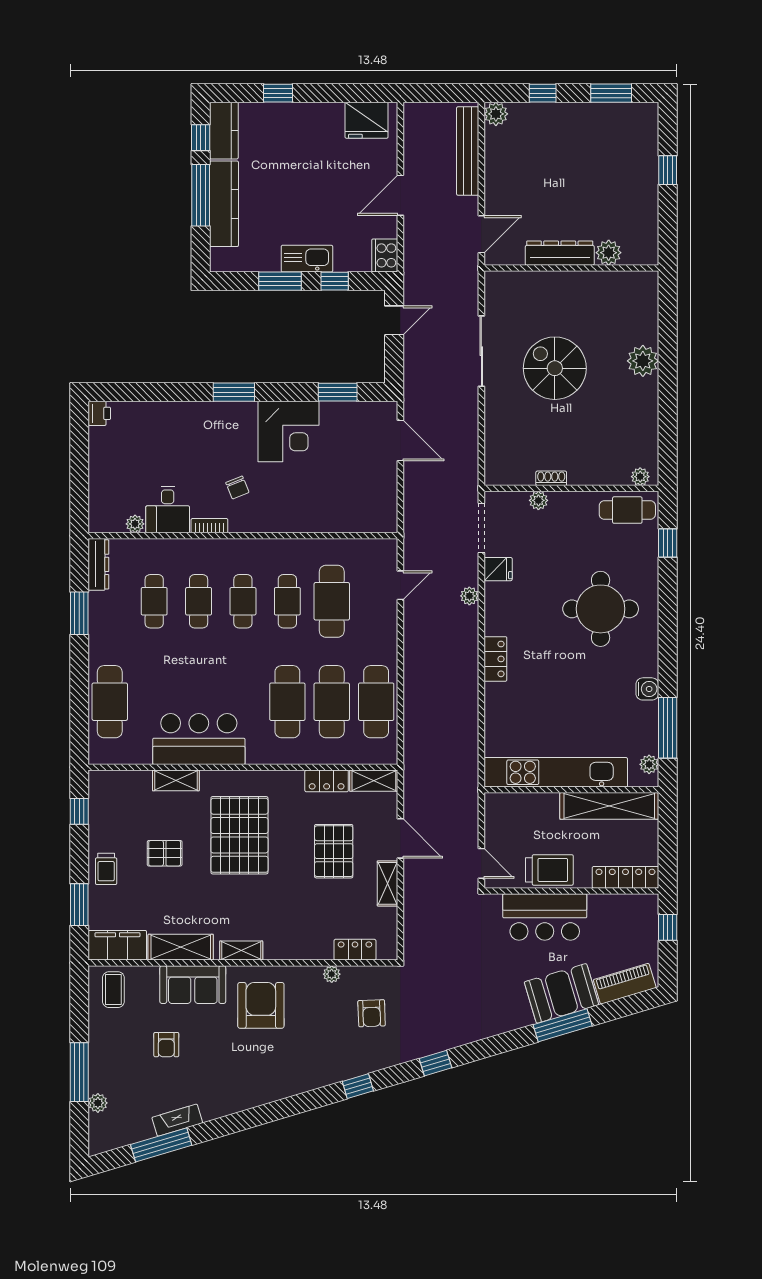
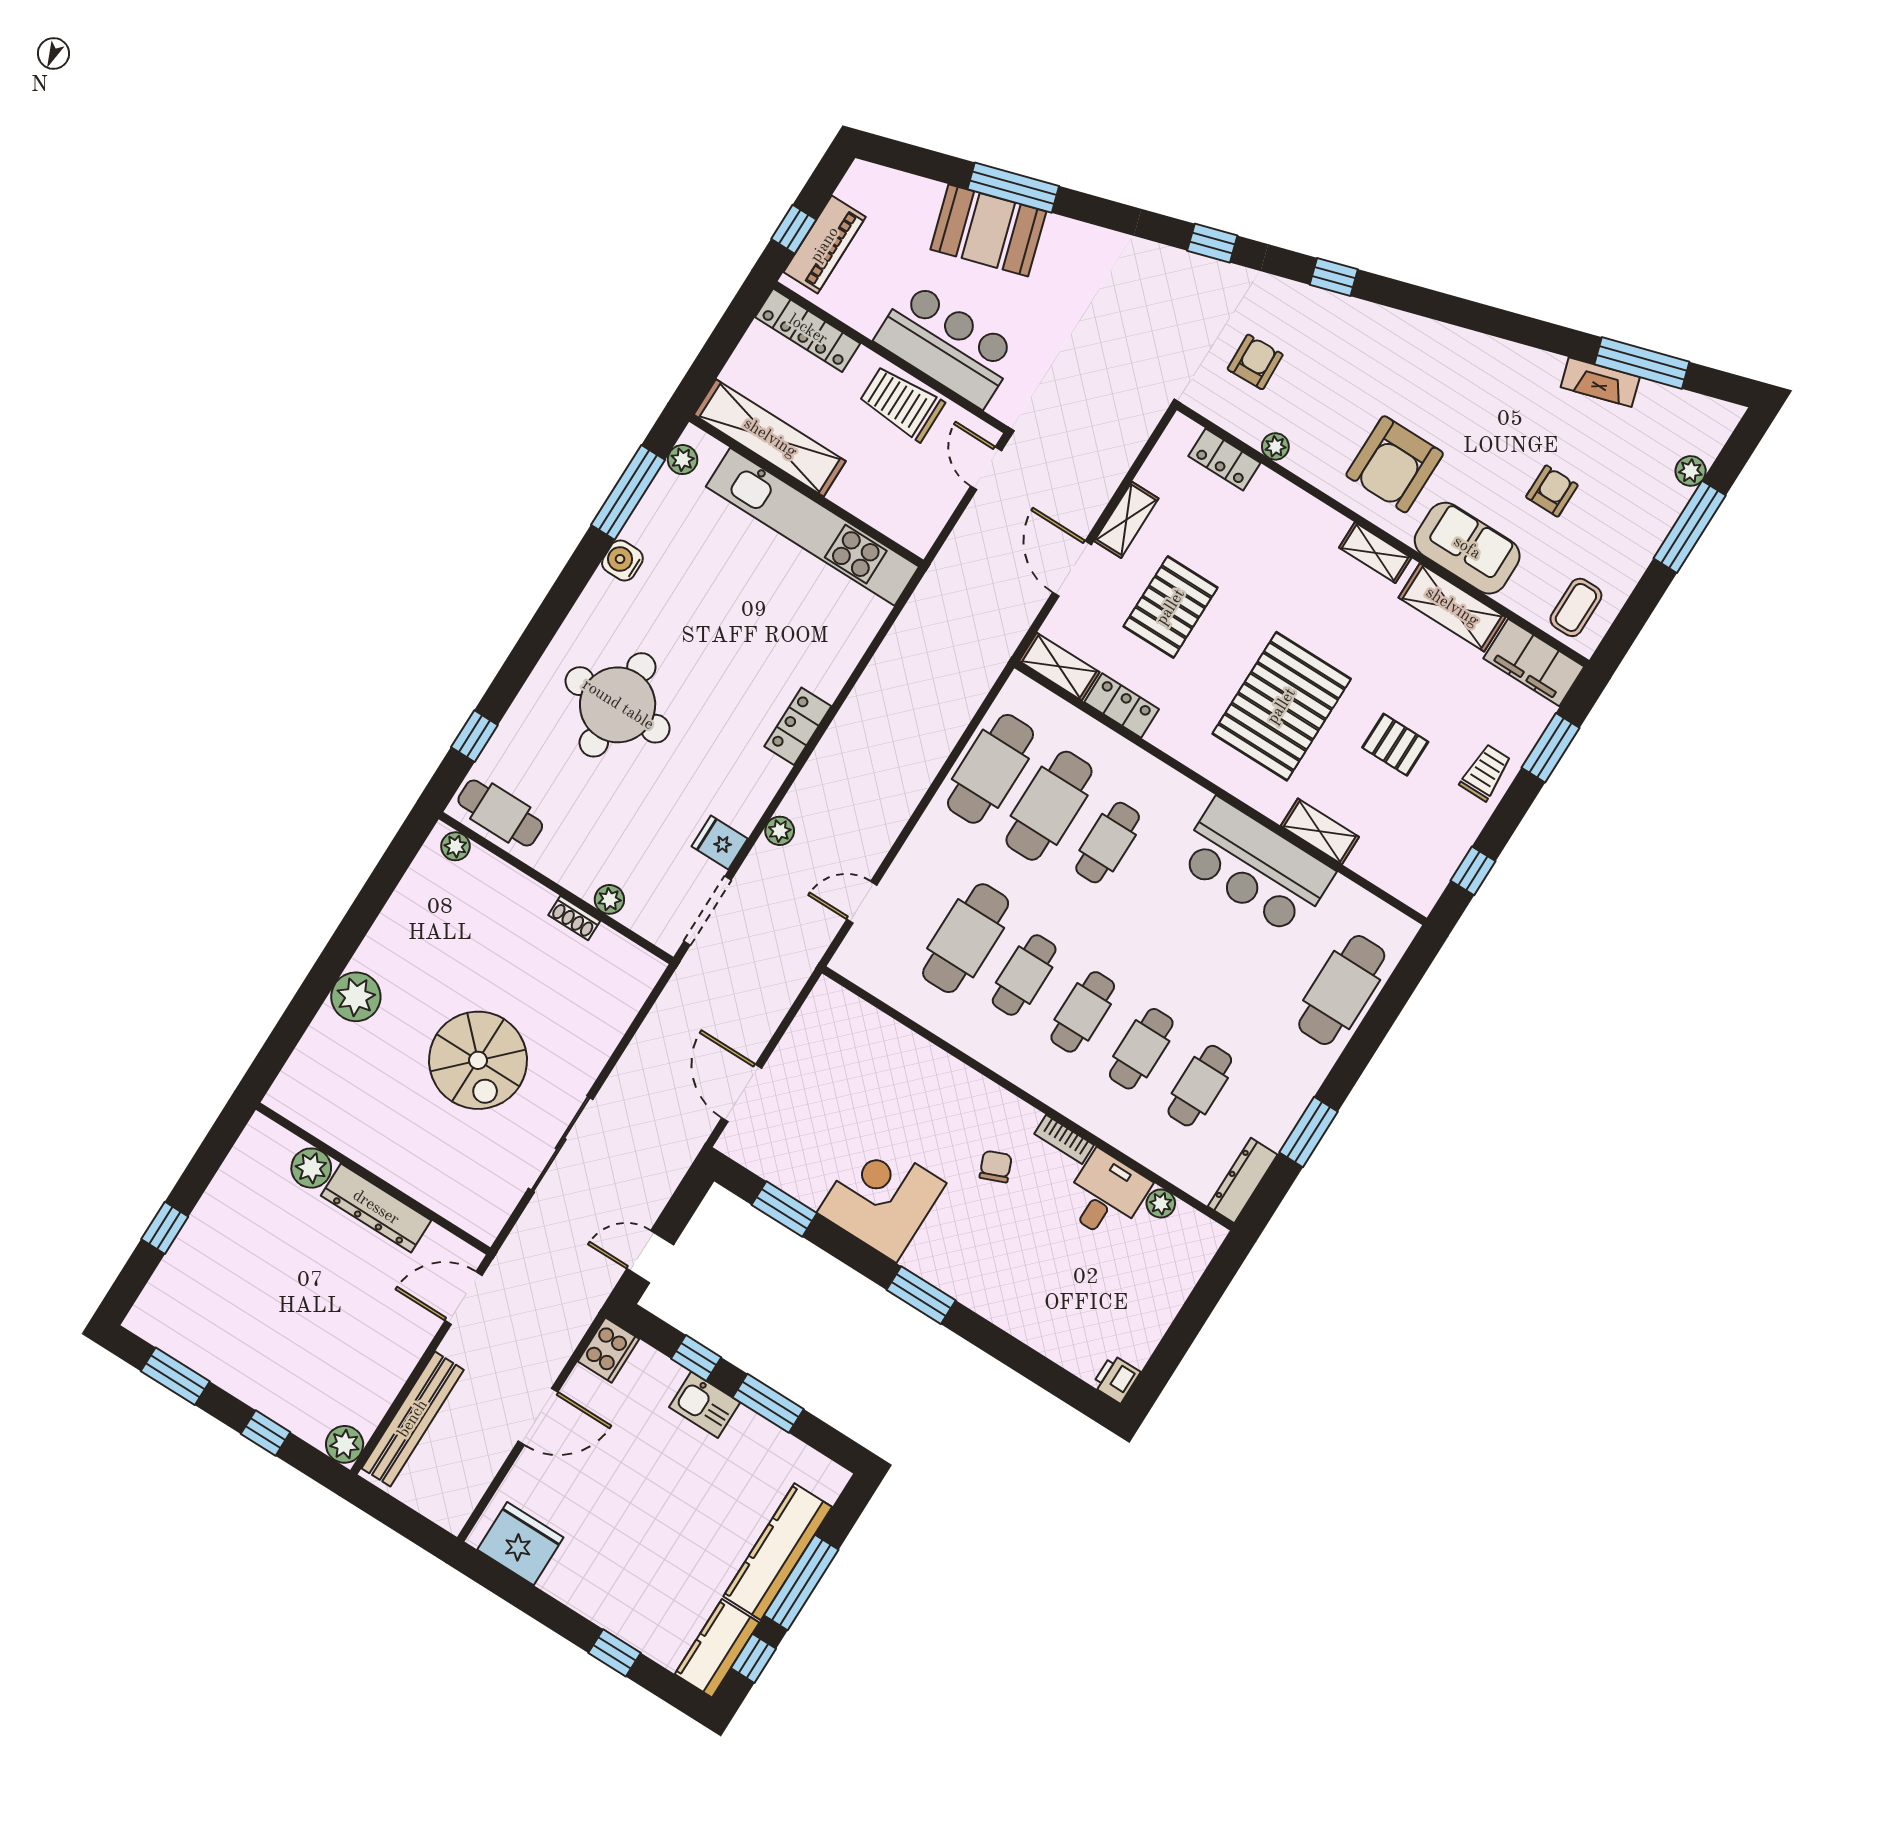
kitchen sink: (307, 259) -> (705, 1405), width x0.73
cafe table: (287, 702) -> (1108, 843), width x0.73, depth x0.74
piano: (625, 984) -> (825, 245), moved, turned -73

